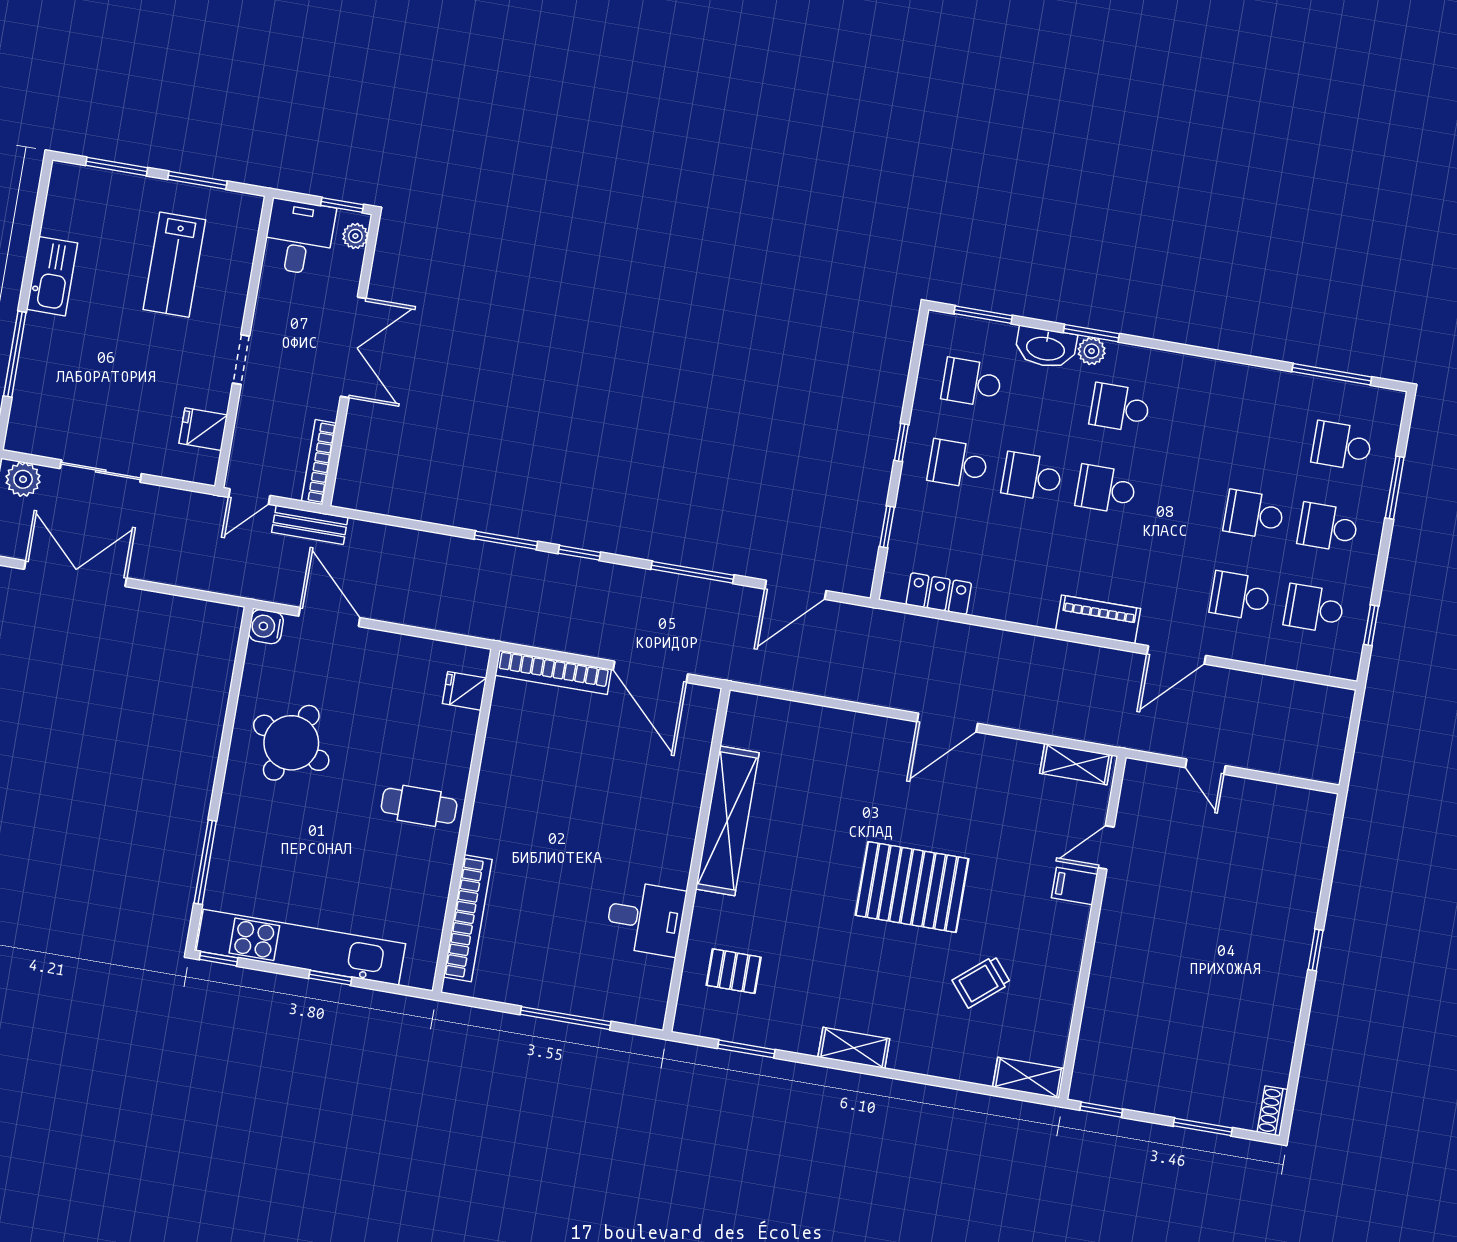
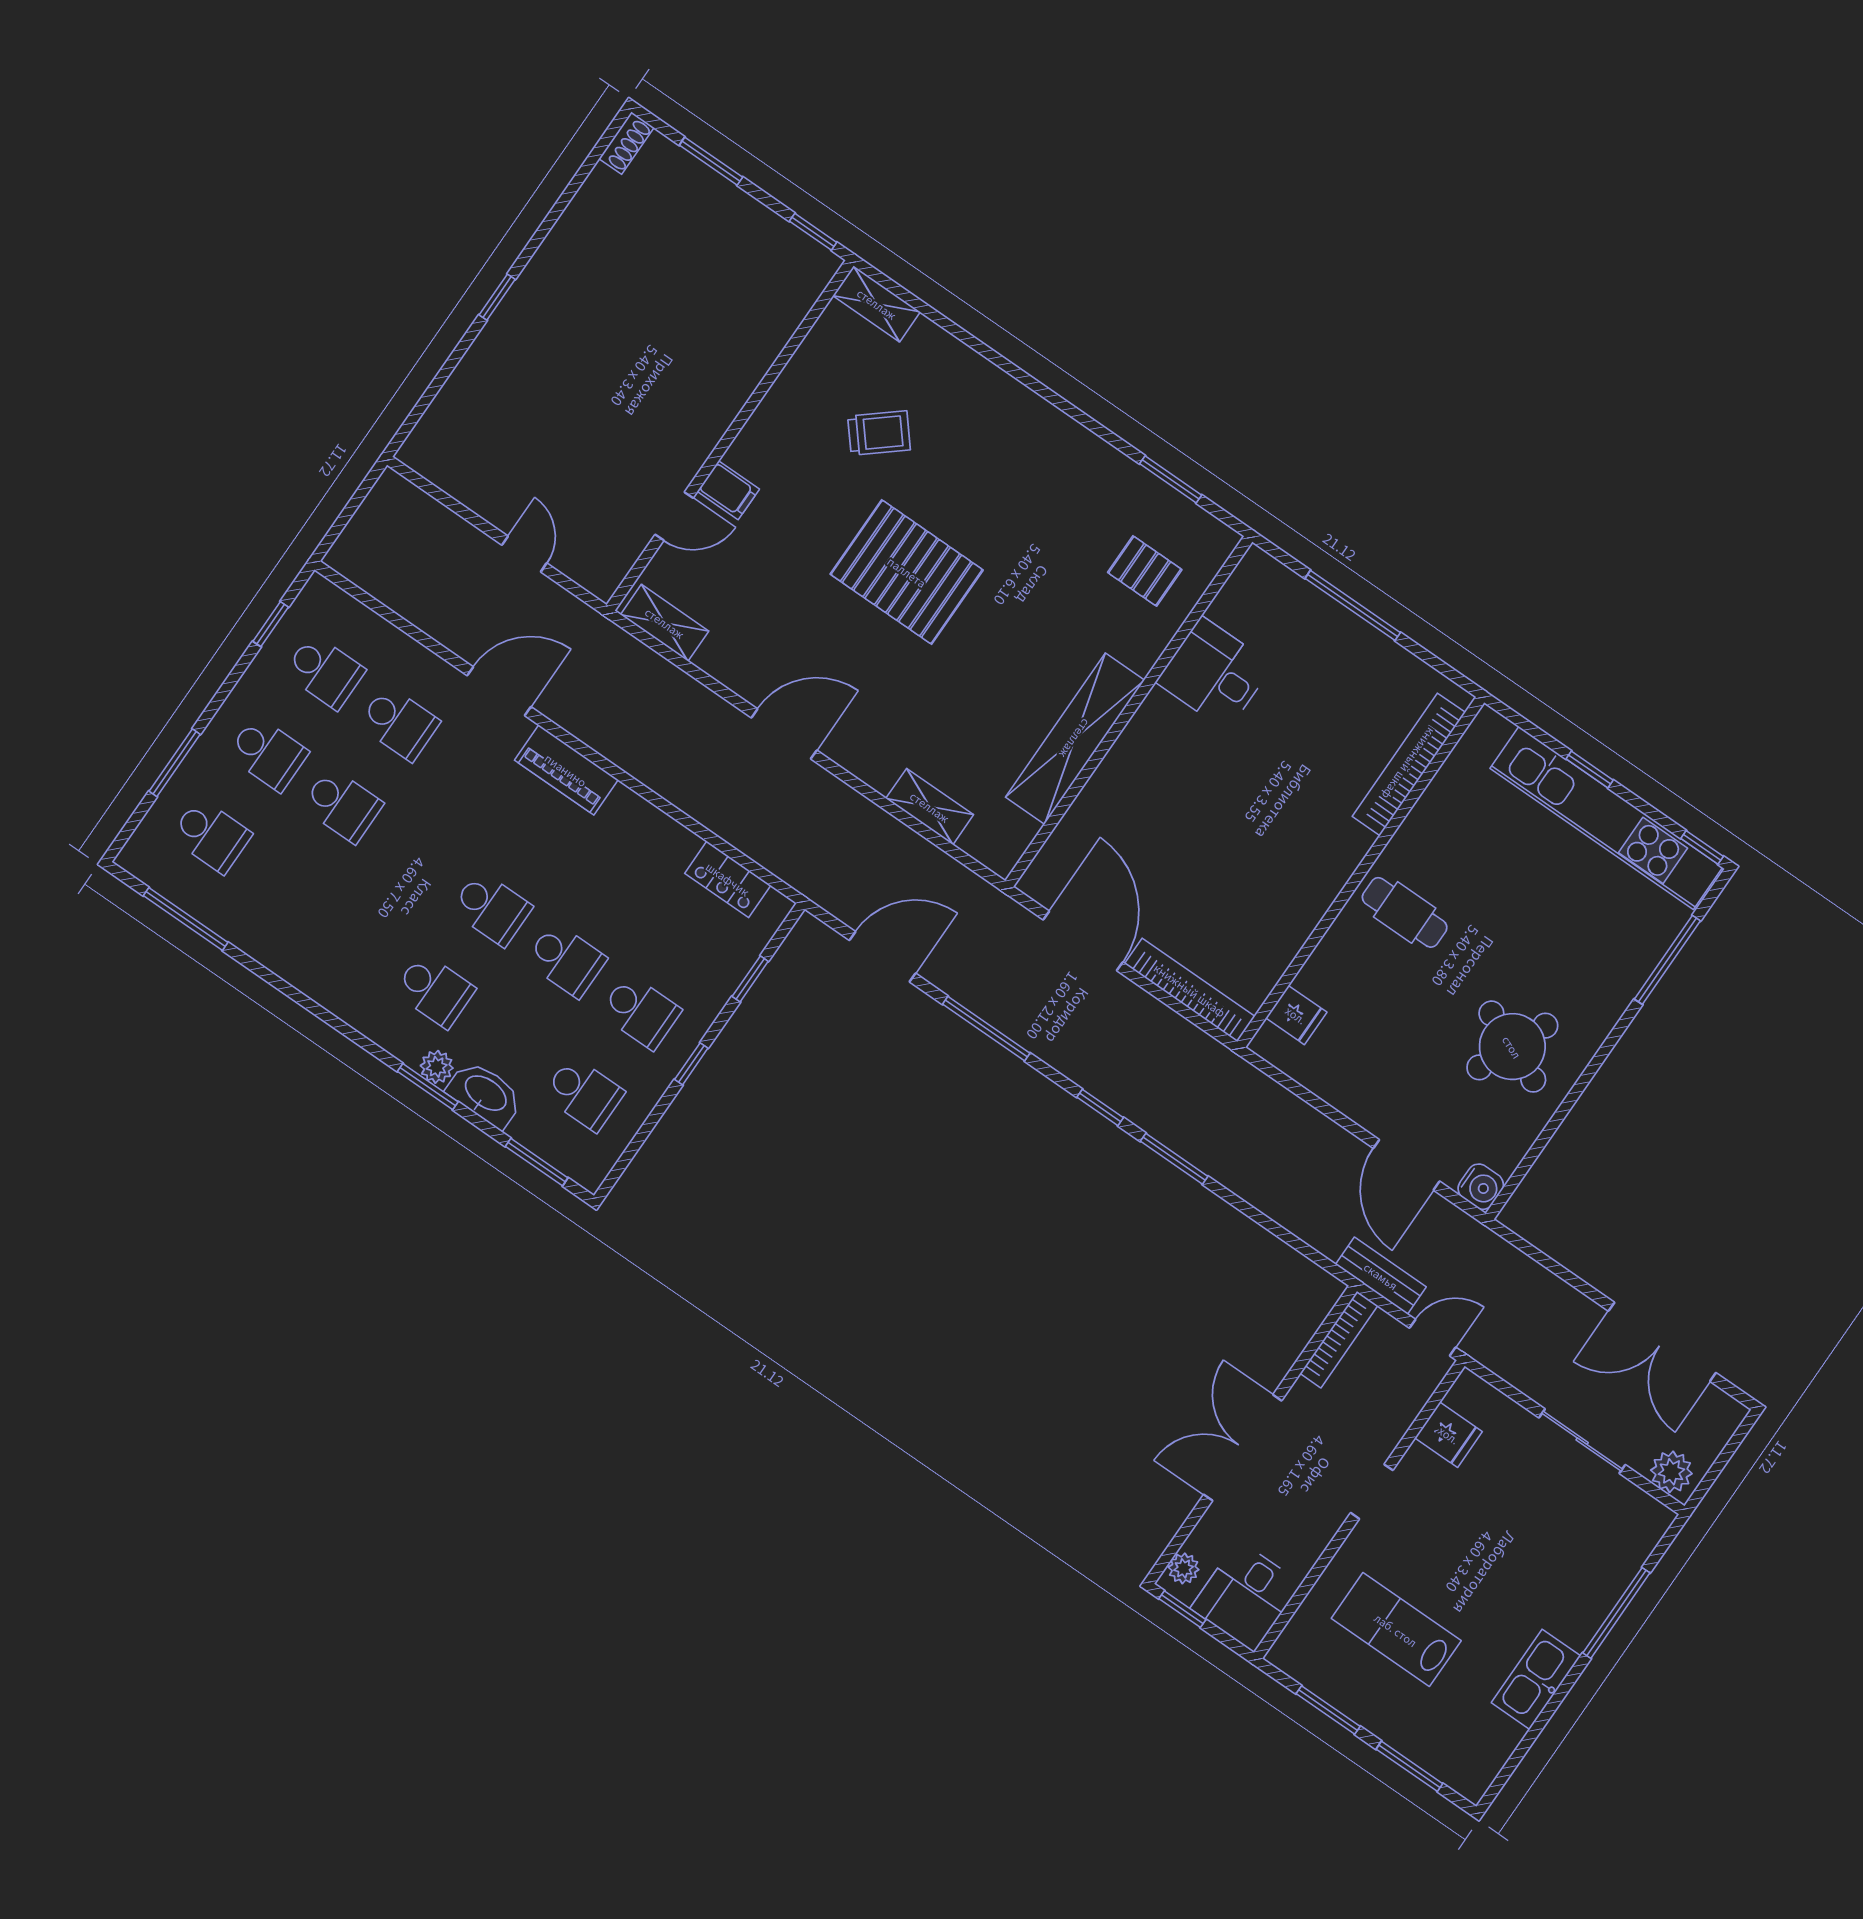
lab bench: (174, 265) -> (1396, 1630), turned -90
shelving: (854, 1048) -> (930, 807), moved

